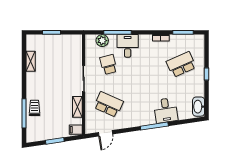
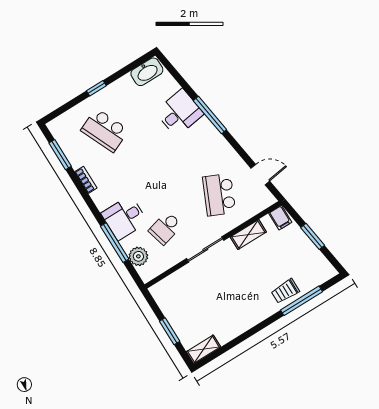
shelving: (31, 61) -> (203, 349), moved

